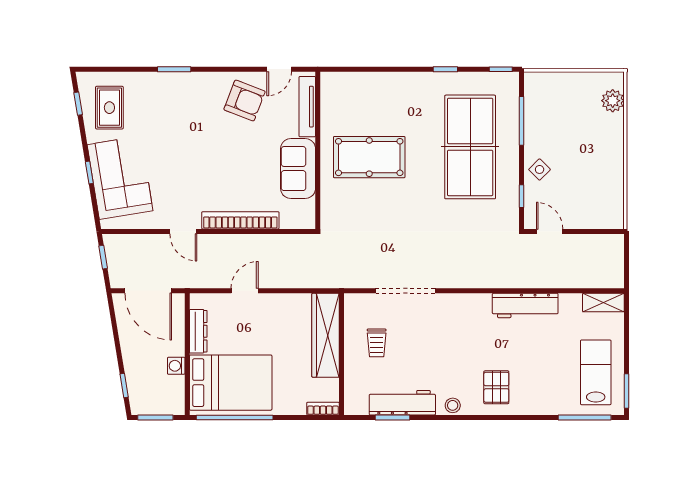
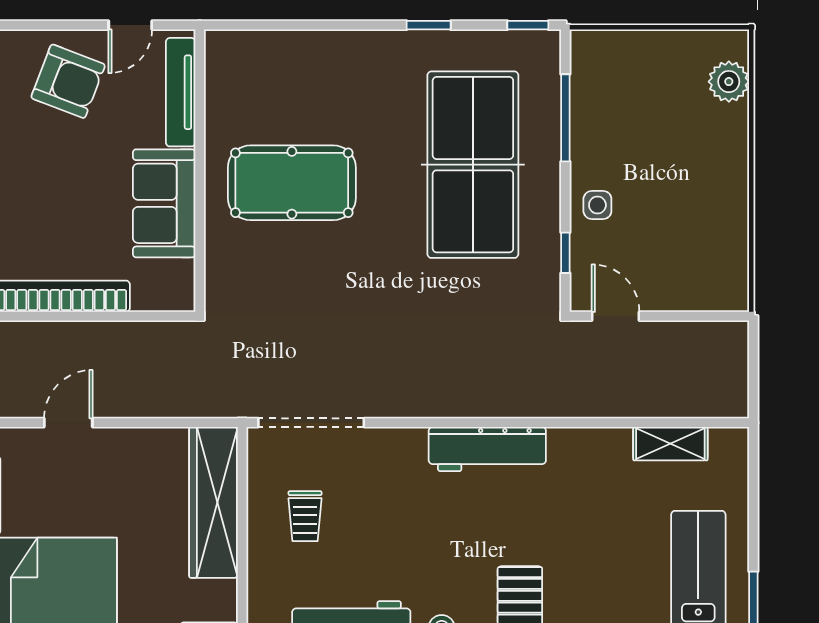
side table: (540, 169) -> (597, 205), turned 45
doorway: (406, 291) -> (311, 423), moved
shelving: (603, 303) -> (670, 444), moved
workbench: (525, 305) -> (487, 449), moved

